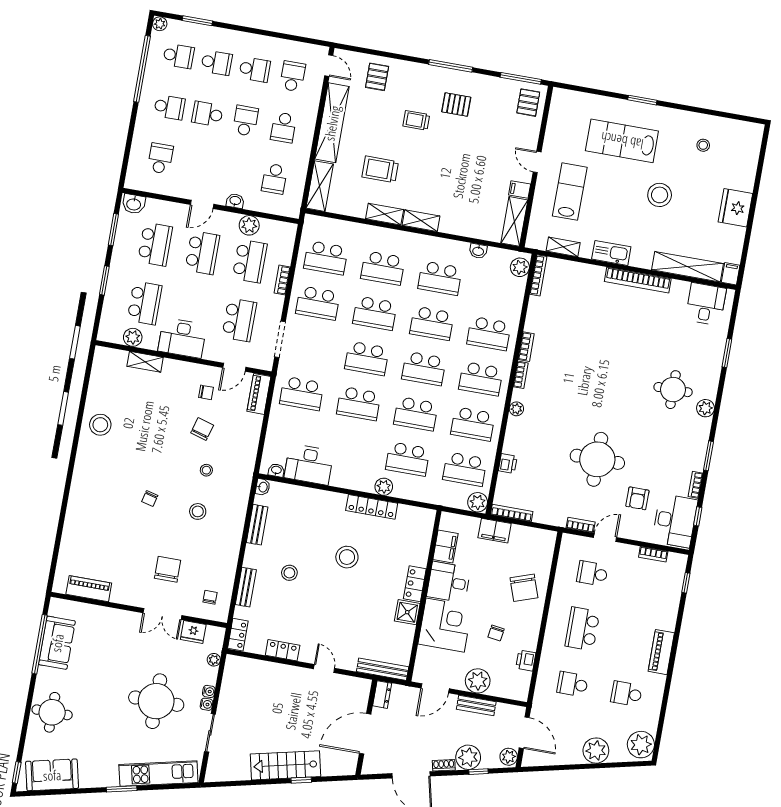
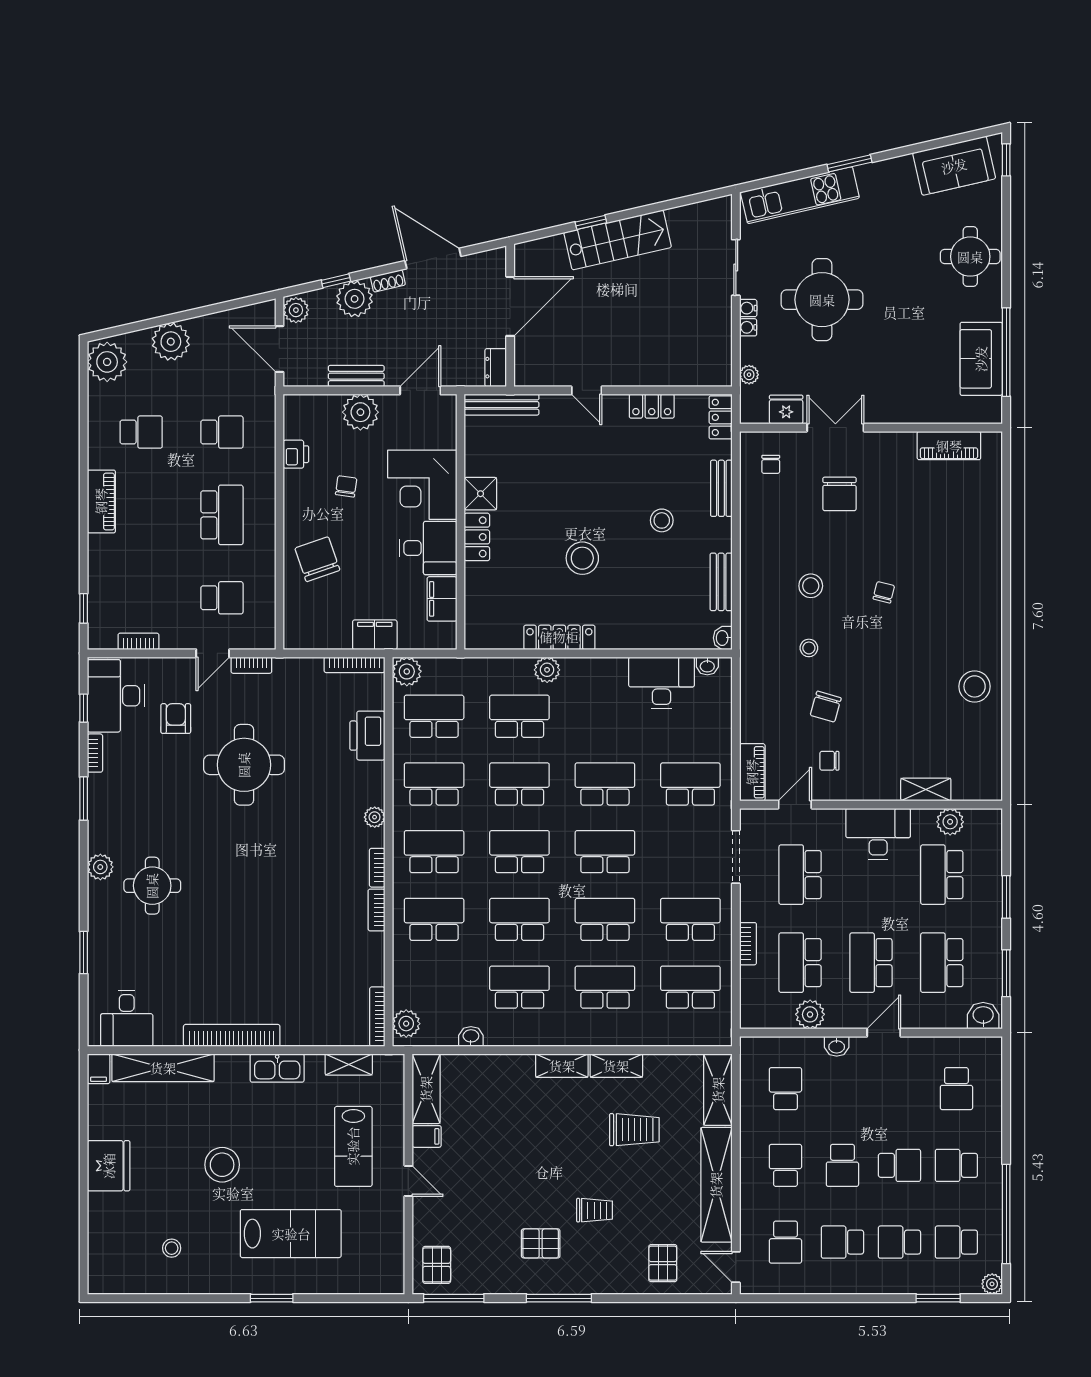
printer: (508, 463) -> (367, 736), width x1.87, depth x1.48

